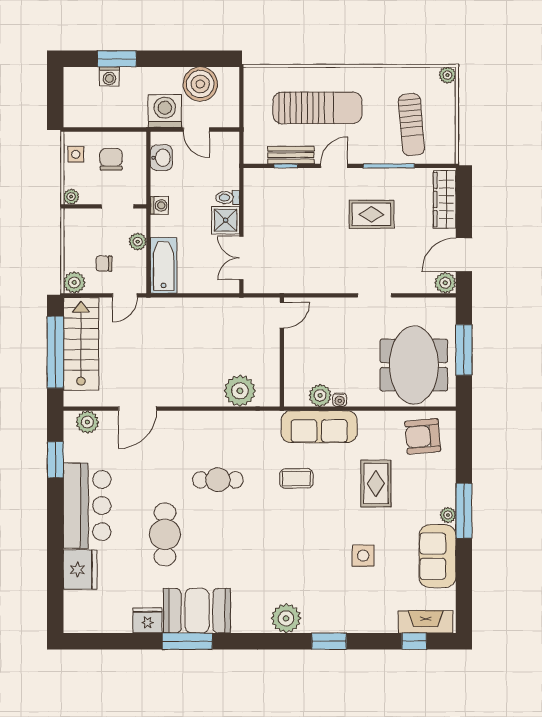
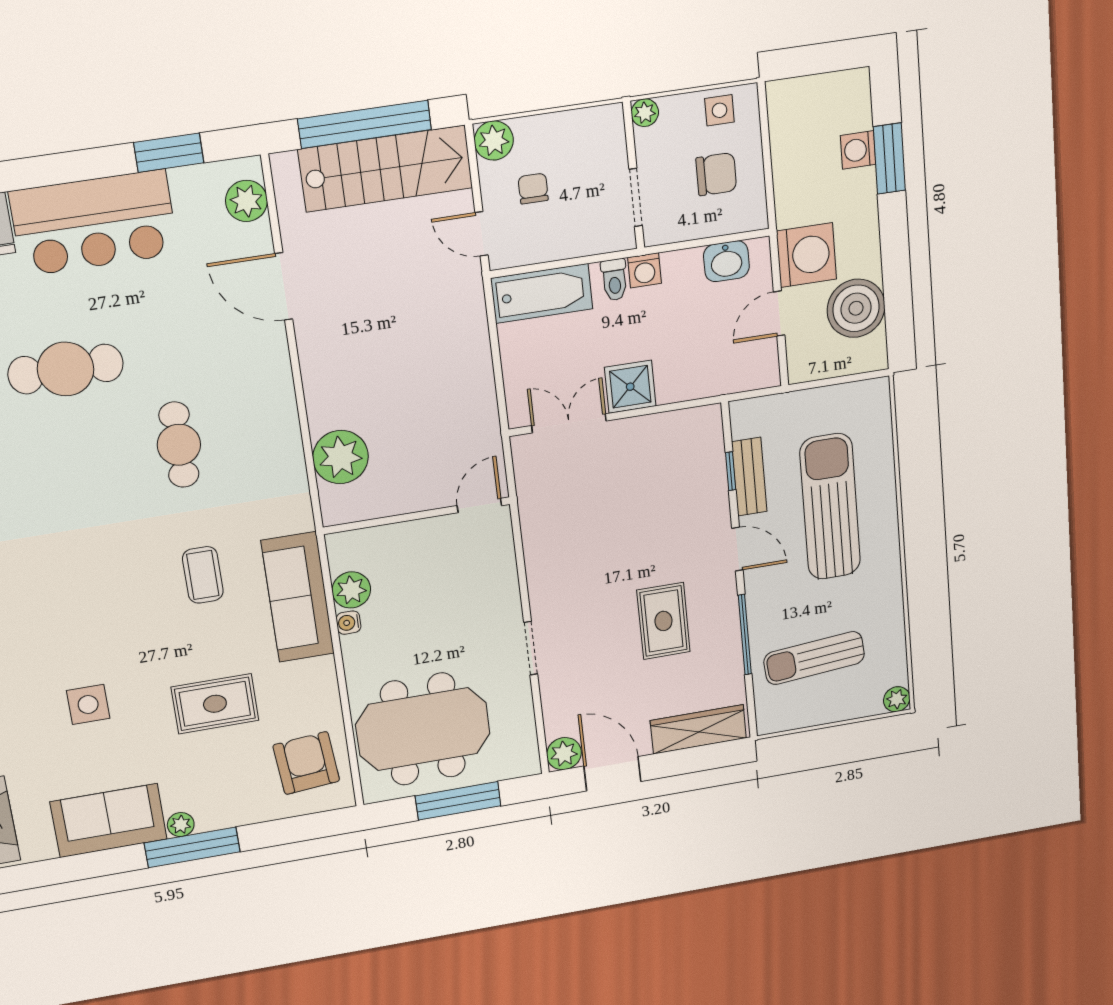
sun lounger: (317, 108) -> (830, 507), turned 180
toilet: (228, 198) -> (614, 280), moved, turned 180
plant: (138, 242) -> (578, 242), removed
door: (282, 315) -> (479, 506), swing flipped

